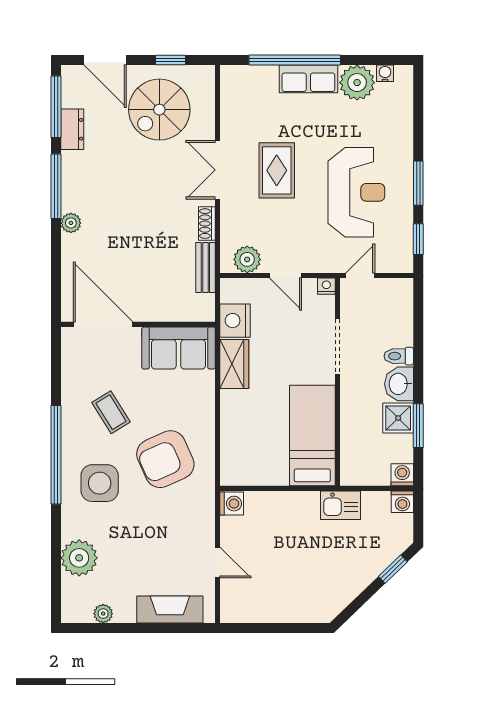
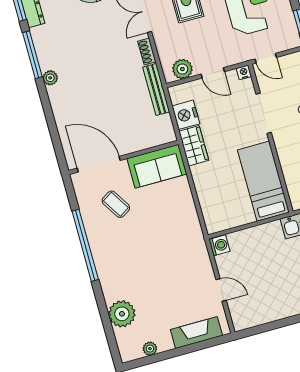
bench: (205, 267) -> (156, 89), width x1.36
door: (360, 275) -> (266, 58), swing flipped
door: (103, 324) -> (99, 164), moved
wall: (138, 324) -> (124, 157), moved
sofa: (178, 348) -> (157, 166), moved
armchair: (165, 459) -> (164, 227), removed
side table: (100, 483) -> (122, 257), removed

